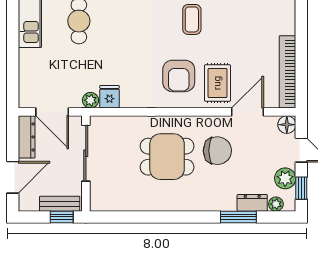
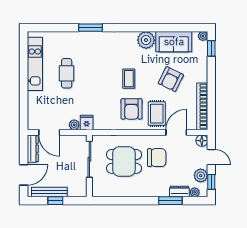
coffee table: (192, 19) -> (129, 79), moved
armchair: (239, 30) -> (171, 79), added
sliding door: (86, 153) -> (89, 159), moved
wall: (86, 164) -> (89, 166), moved
bench: (60, 204) -> (49, 192), width x1.36

